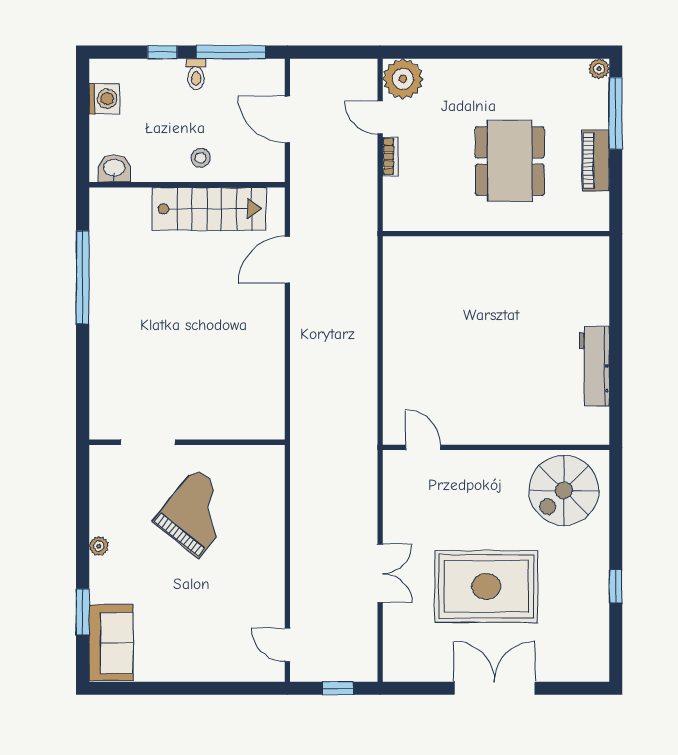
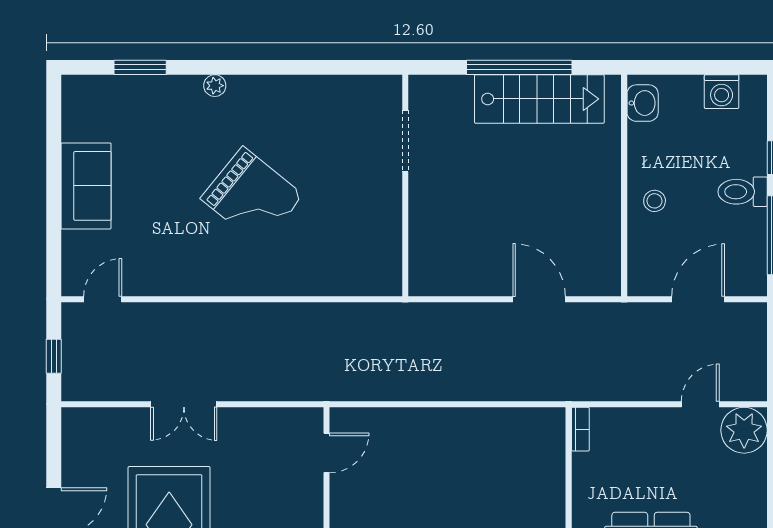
toilet: (196, 74) -> (743, 192), width x1.37, depth x1.39
bookcase: (390, 157) -> (580, 429), moved, turned -90
stairs: (209, 209) -> (539, 99), moved, turned -90
doorway: (148, 442) -> (405, 141), moved
wall: (187, 442) -> (405, 185), moved
sofa: (111, 643) -> (86, 186), moved, turned -90

